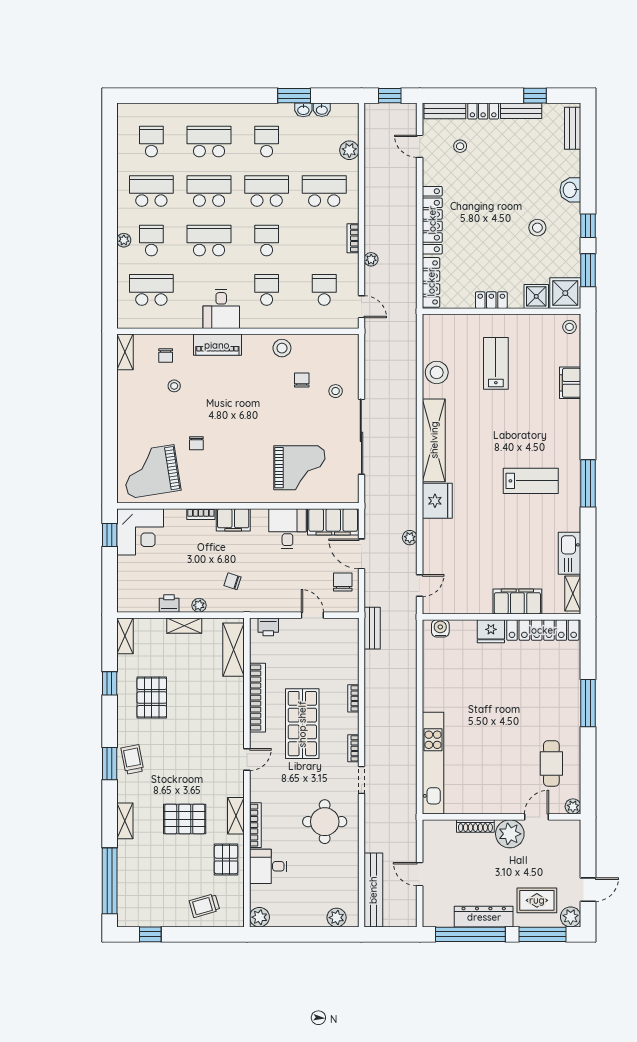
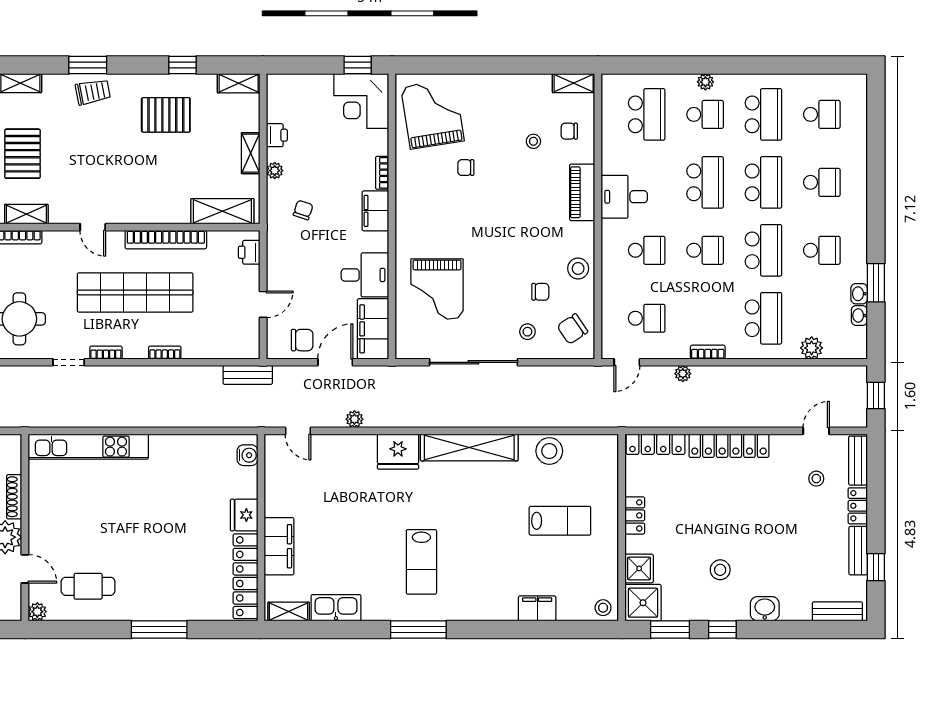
school desk: (209, 142) -> (822, 182), width x0.54
chair: (333, 353) -> (572, 329), added
shop shelf: (302, 724) -> (135, 292), width x1.40

